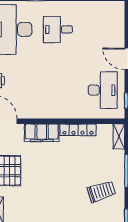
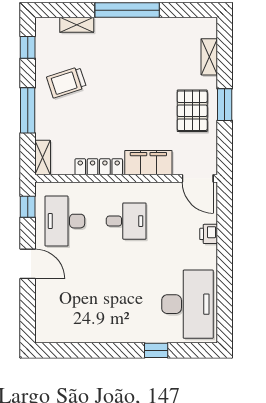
desk: (58, 29) -> (126, 221), moved

